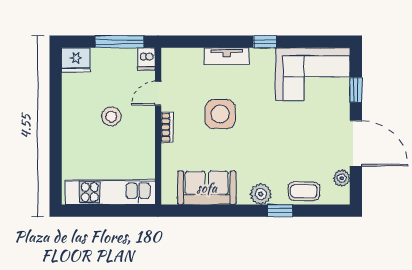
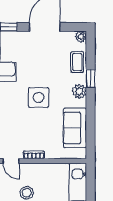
side table: (220, 114) -> (39, 97), moved
plant: (342, 178) -> (81, 37), moved

